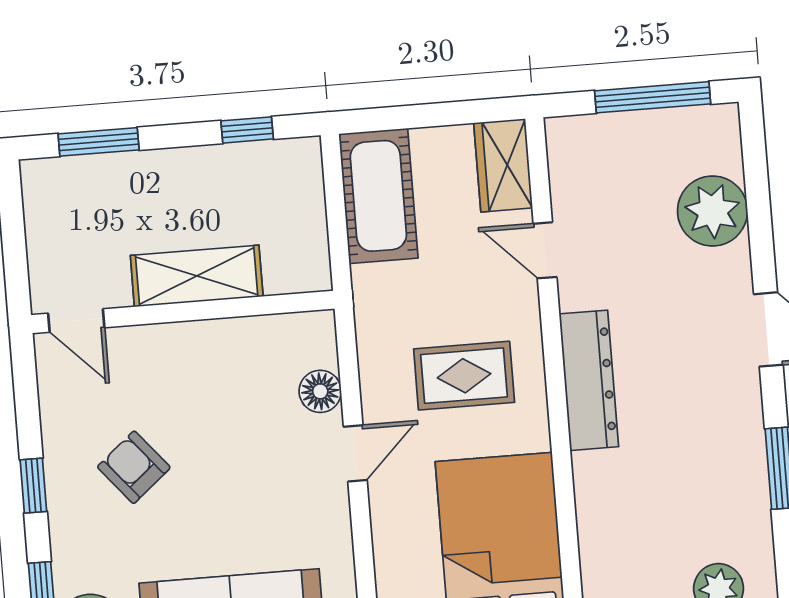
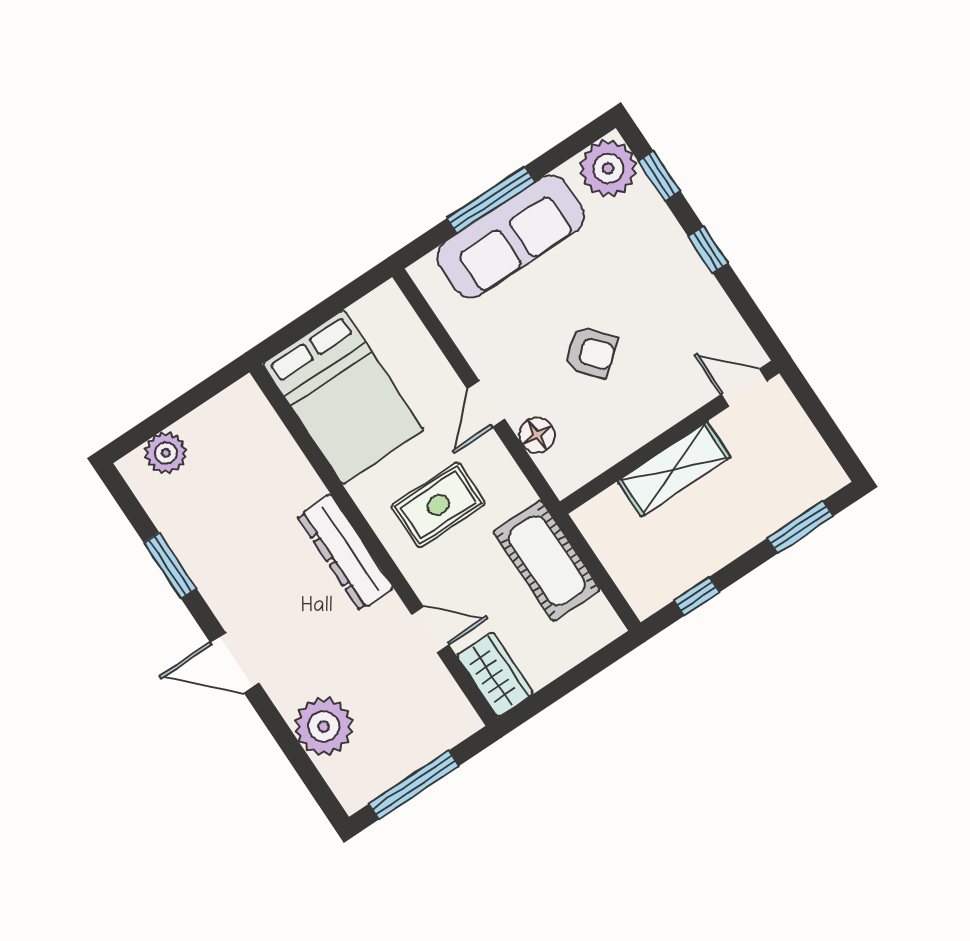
cot: (378, 196) -> (547, 561), moved
armchair: (134, 467) -> (591, 352), moved

